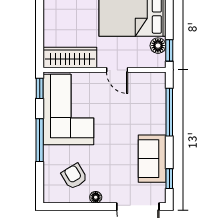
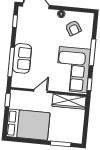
floor lamp: (158, 46) -> (14, 104), removed
door: (117, 70) -> (41, 91), hinge flipped
sofa: (152, 159) -> (22, 58), moved

